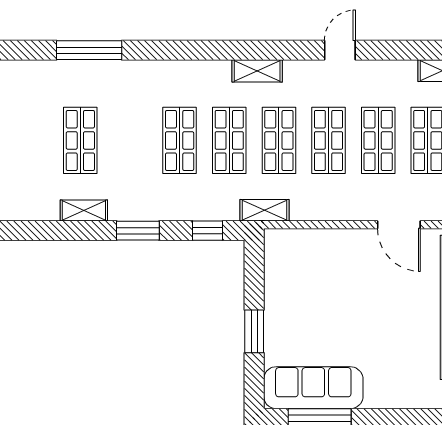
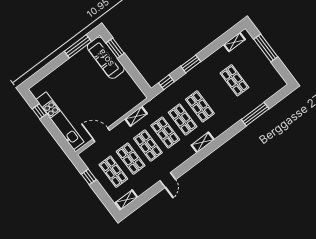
shelving: (257, 71) -> (203, 142), moved
shelving: (265, 210) -> (136, 116), moved
shelving: (84, 211) -> (234, 42), moved
window: (254, 331) -> (115, 48), moved
sofa: (313, 388) -> (106, 58), moved, turned 90

